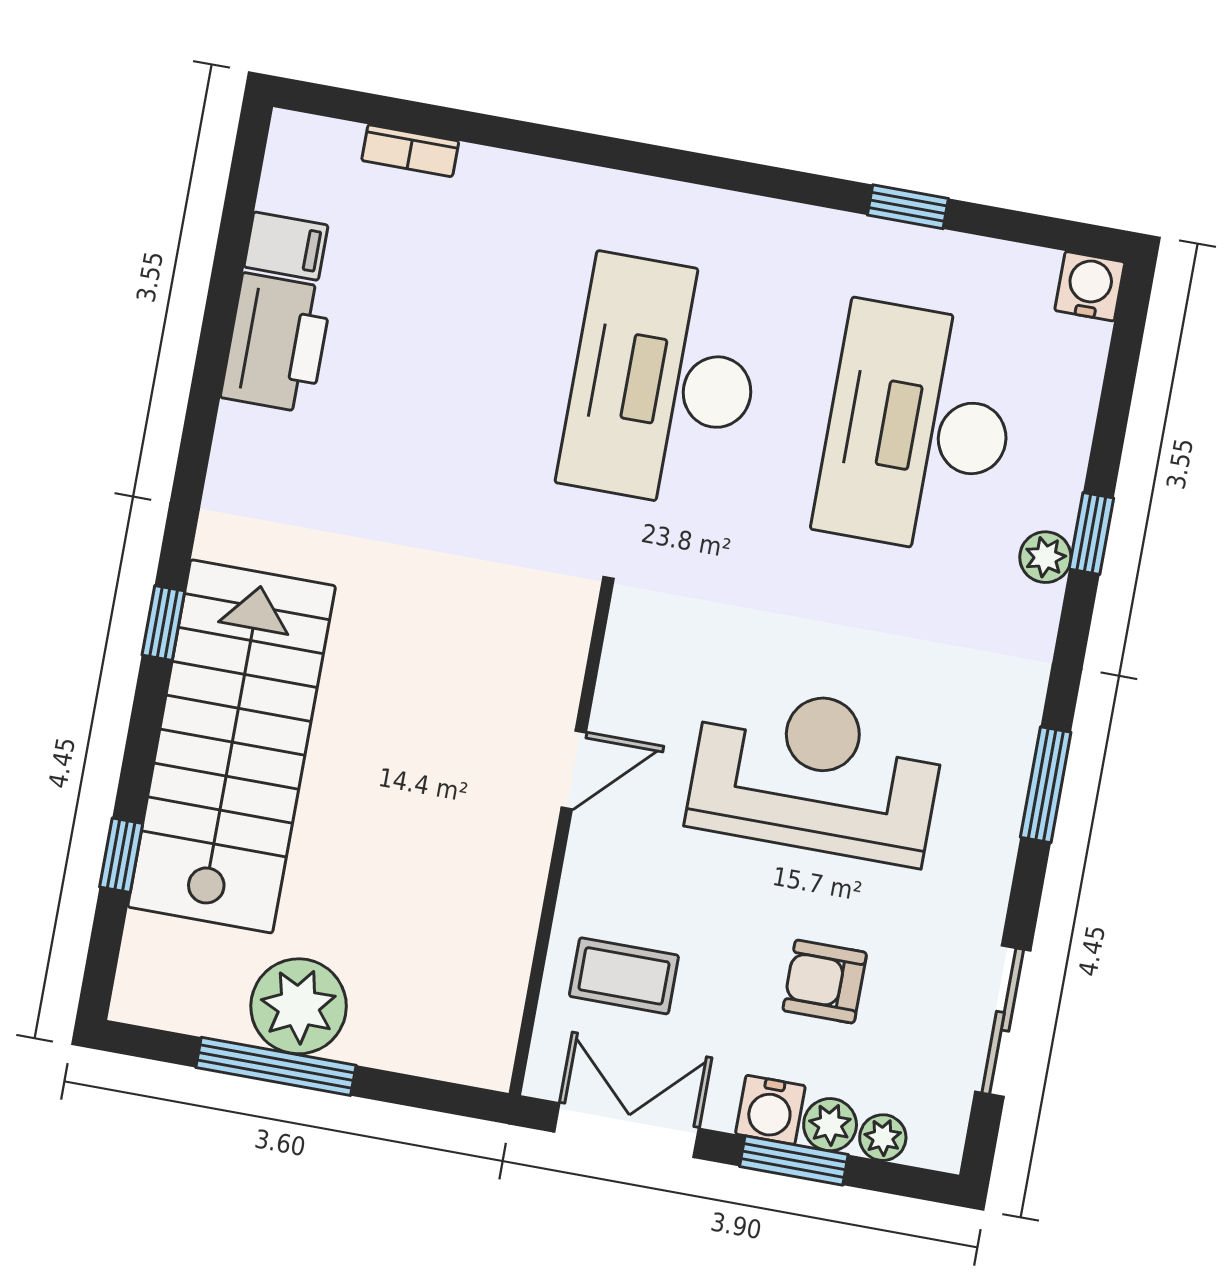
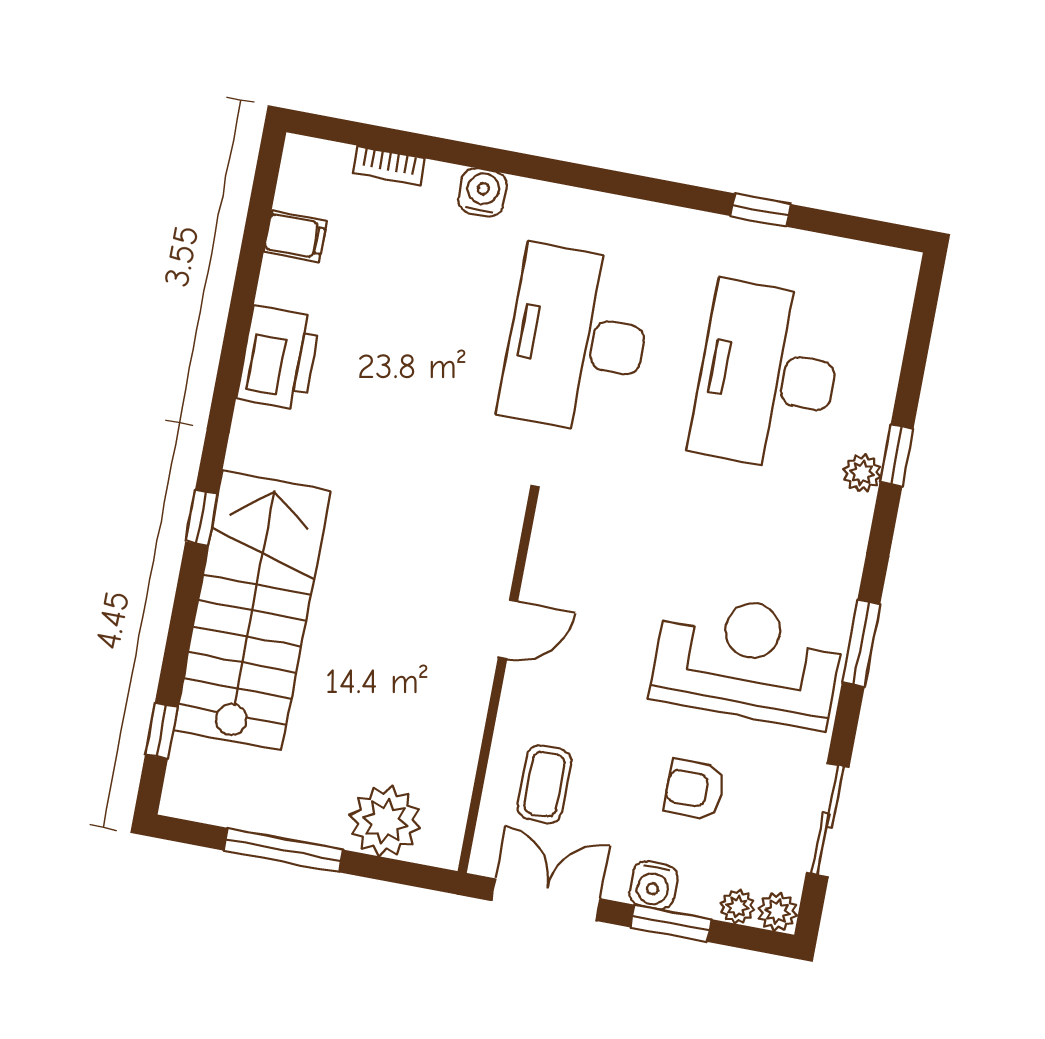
water cooler: (1090, 286) -> (483, 192), moved
printer: (277, 343) -> (279, 358), moved
reception desk: (816, 773) -> (747, 660), moved
window: (121, 855) -> (161, 731), moved
coffee table: (624, 976) -> (544, 784), turned 90
plant: (299, 1006) -> (385, 821), moved
plant: (830, 1125) -> (778, 912), moved

